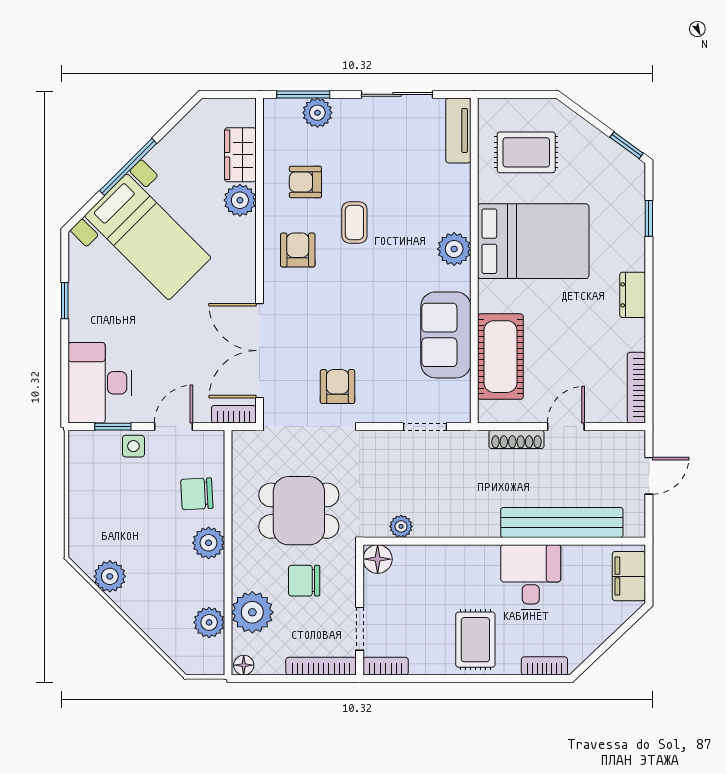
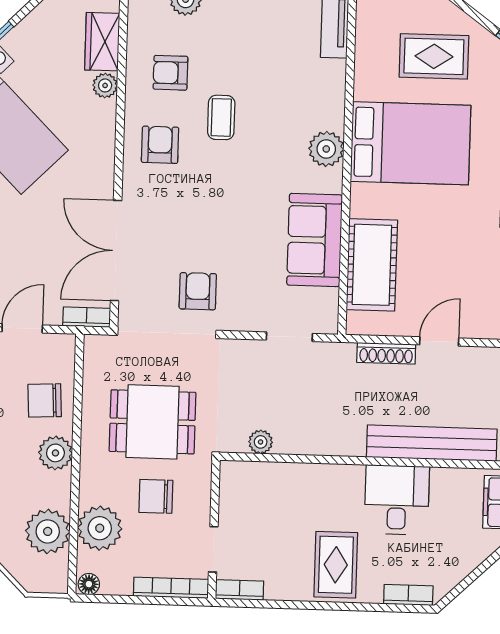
rug: (526, 152) -> (434, 56), moved
plant: (240, 200) -> (105, 85), width x0.73, depth x0.73
floor lamp: (378, 559) -> (235, 476), removed
plant: (209, 622) -> (48, 531), width x1.36, depth x1.36

